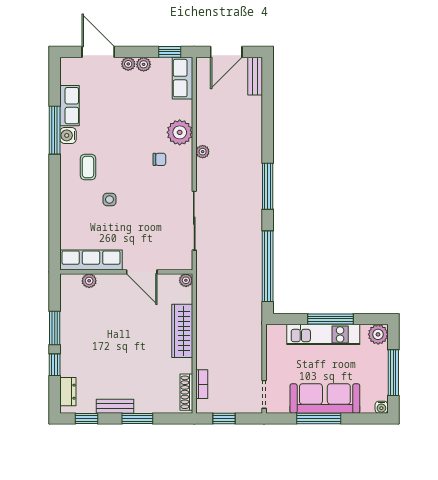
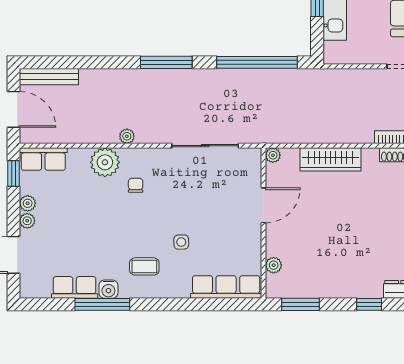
bench: (255, 76) -> (49, 77), width x1.36
row of seats: (91, 260) -> (226, 287), moved, turned 90
window: (55, 328) -> (300, 304), moved

